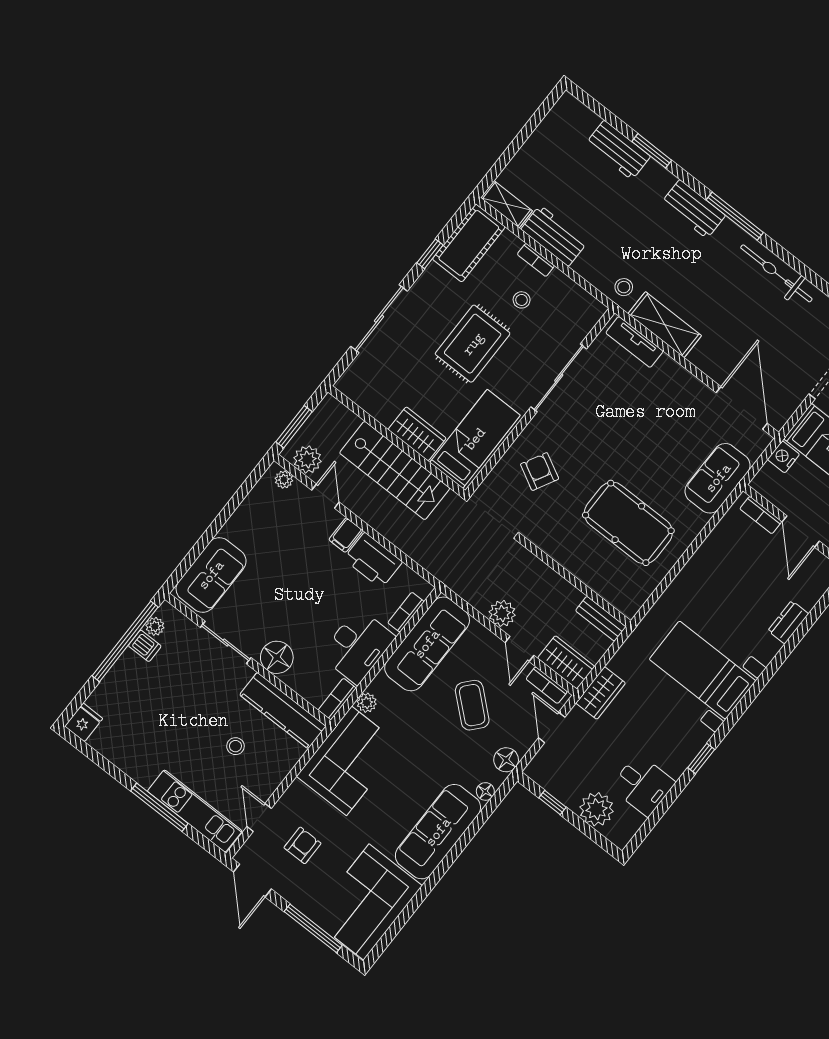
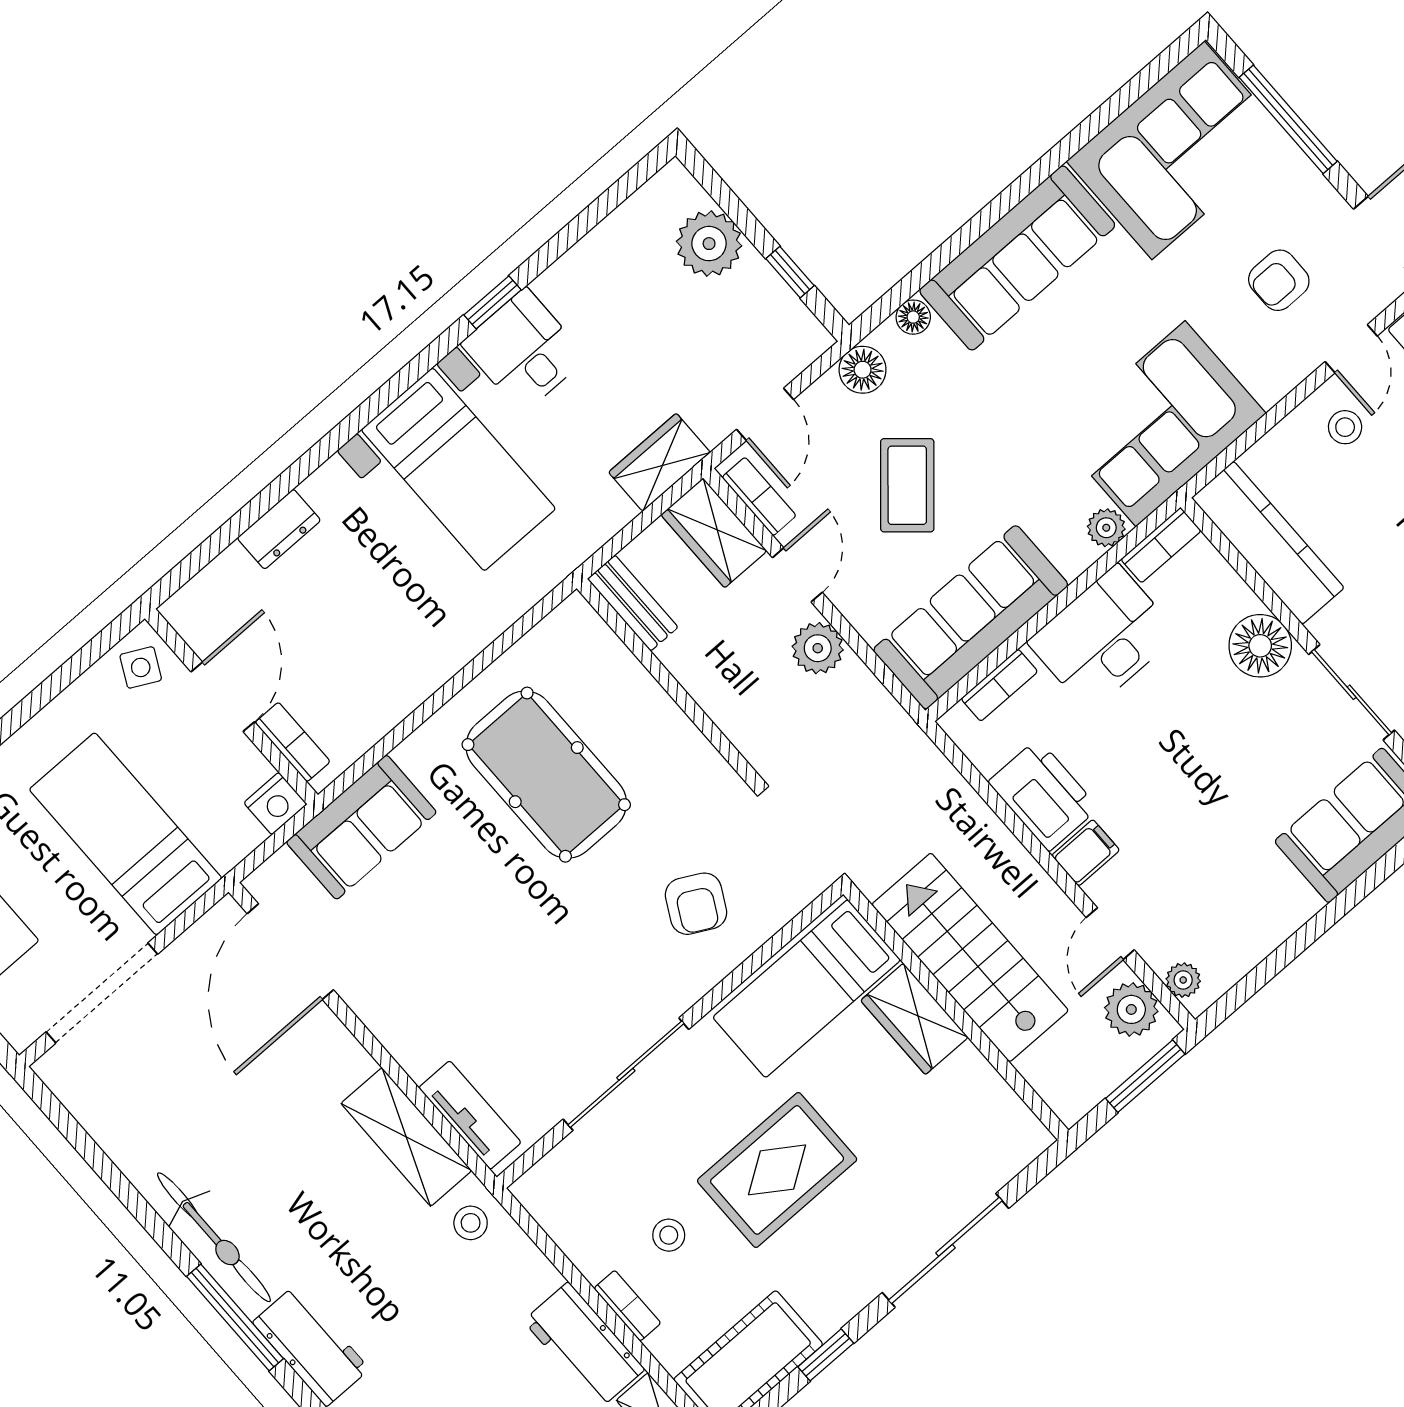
bicycle: (776, 273) -> (214, 1237), moved
nightstand: (783, 457) -> (275, 804), moved
stool: (235, 746) -> (1345, 427), moved
desk: (643, 785) -> (524, 351), moved

